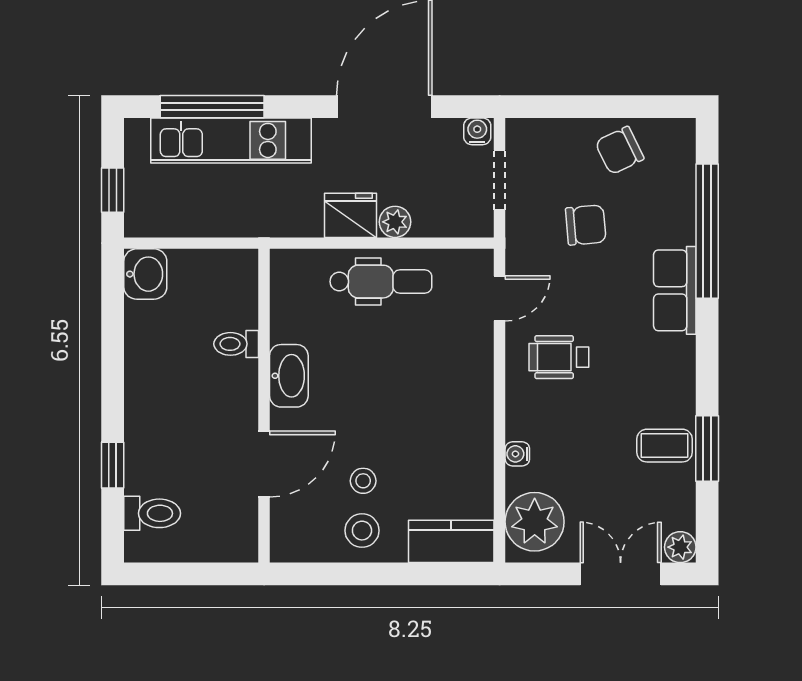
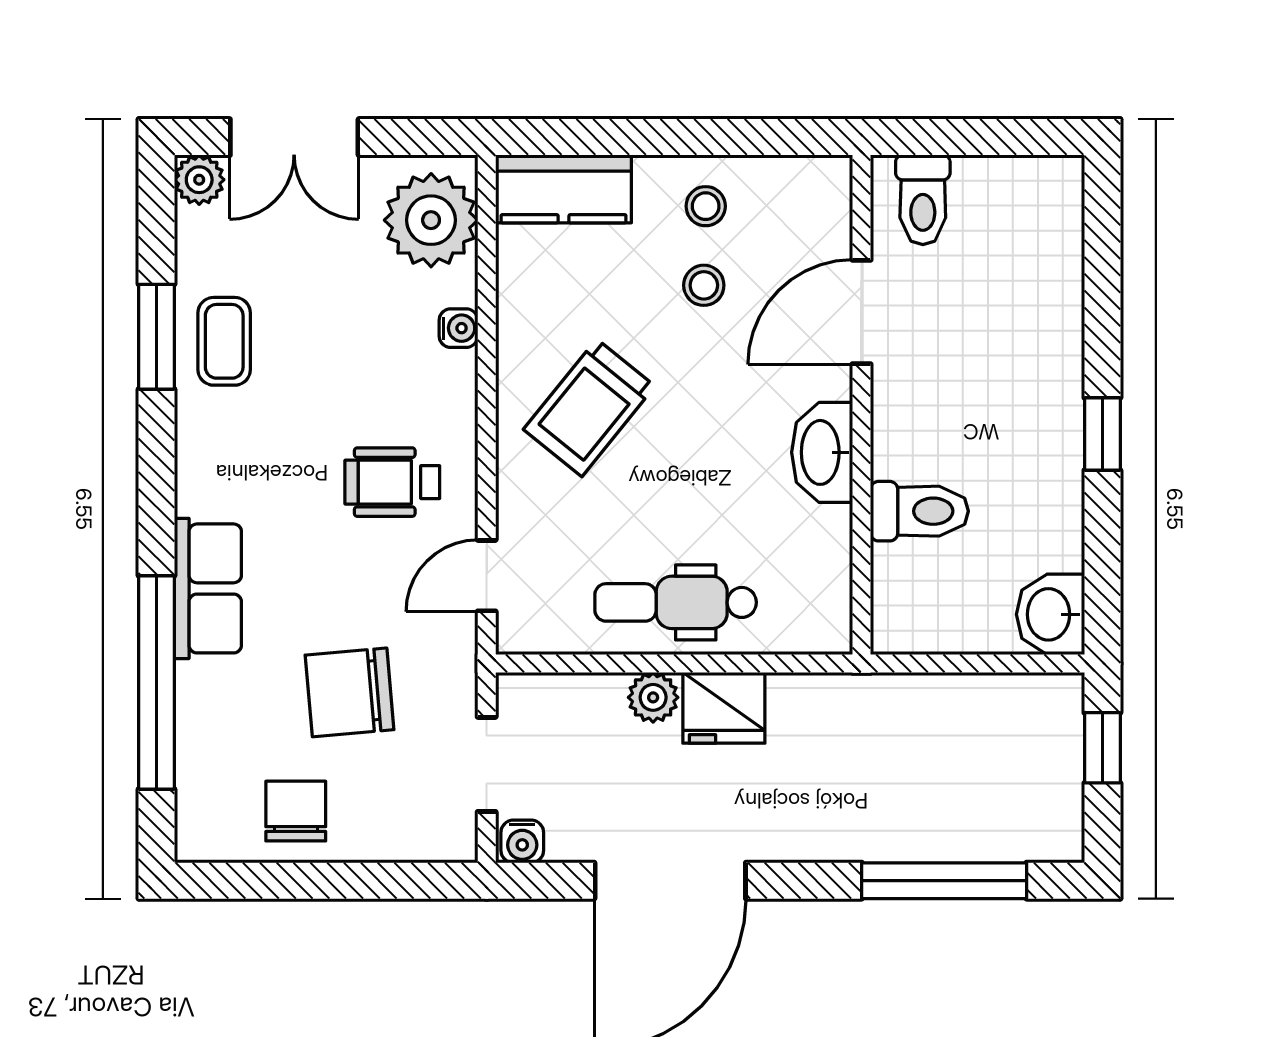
kitchen unit: (231, 140) -> (914, 827), removed
chair: (620, 150) -> (296, 811), turned -64
chair: (586, 225) -> (350, 692), width x1.37, depth x1.37
toilet: (236, 344) -> (919, 511), width x1.37, depth x1.39
wheelchair: (559, 357) -> (392, 482), turned 180
trolley: (435, 404) -> (589, 408), added
coffee table: (665, 446) -> (224, 341), turned 90
window: (113, 465) -> (1102, 434), moved
toilet: (152, 513) -> (923, 200), moved, turned -90
stool: (362, 531) -> (706, 206), width x0.73, depth x0.73

